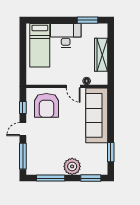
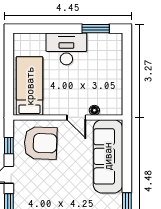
bed: (40, 45) -> (30, 86), moved, turned 180
wardrobe: (101, 55) -> (114, 75), removed
armchair: (46, 105) -> (41, 143), turned -88

